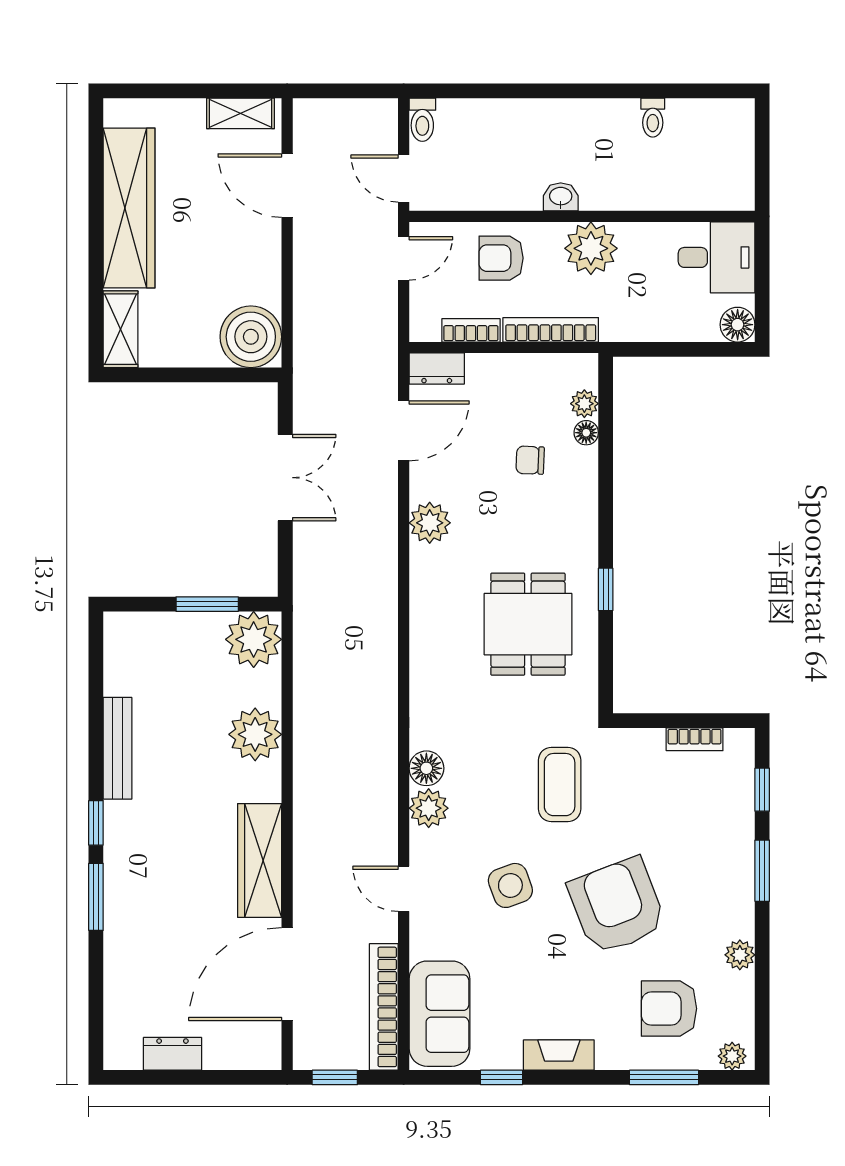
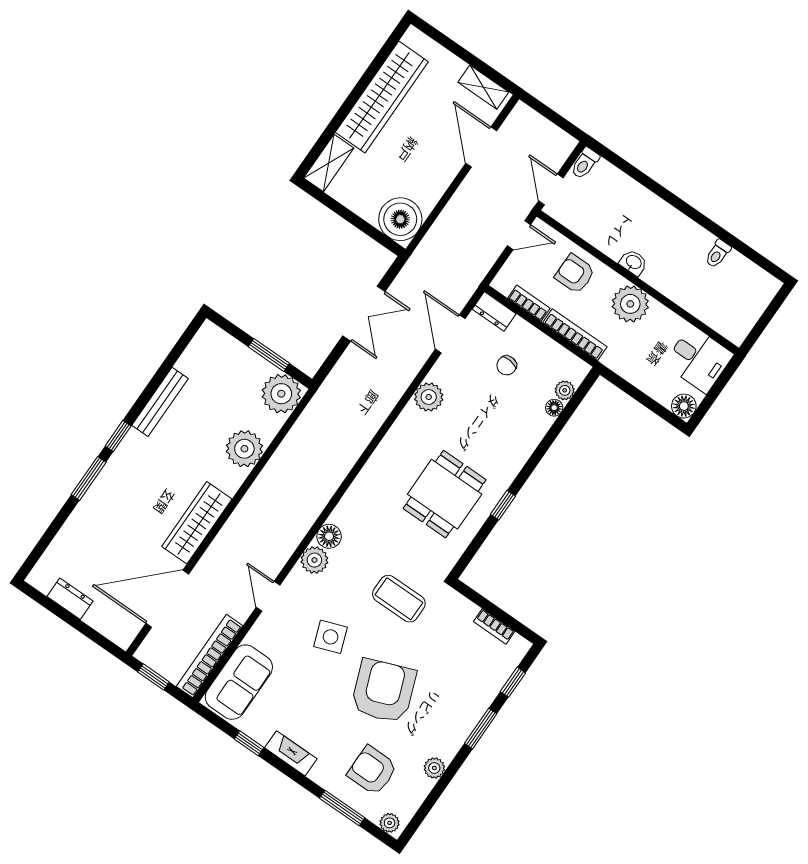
door: (404, 431) -> (450, 334), swing flipped
chair: (530, 460) -> (507, 365), moved, turned -86
coffee table: (560, 785) -> (399, 599), turned 90

